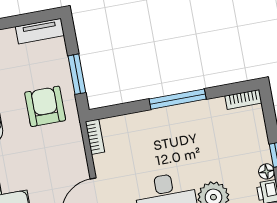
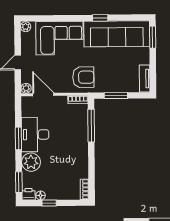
window: (178, 99) -> (91, 126), moved
armchair: (45, 106) -> (83, 77), moved

